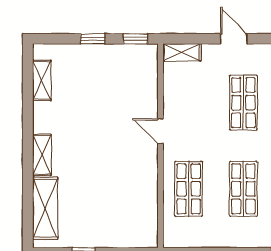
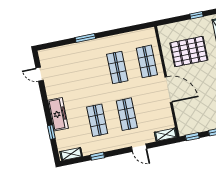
door: (160, 131) -> (169, 90), width x1.87
pallet: (110, 191) -> (189, 51), added

